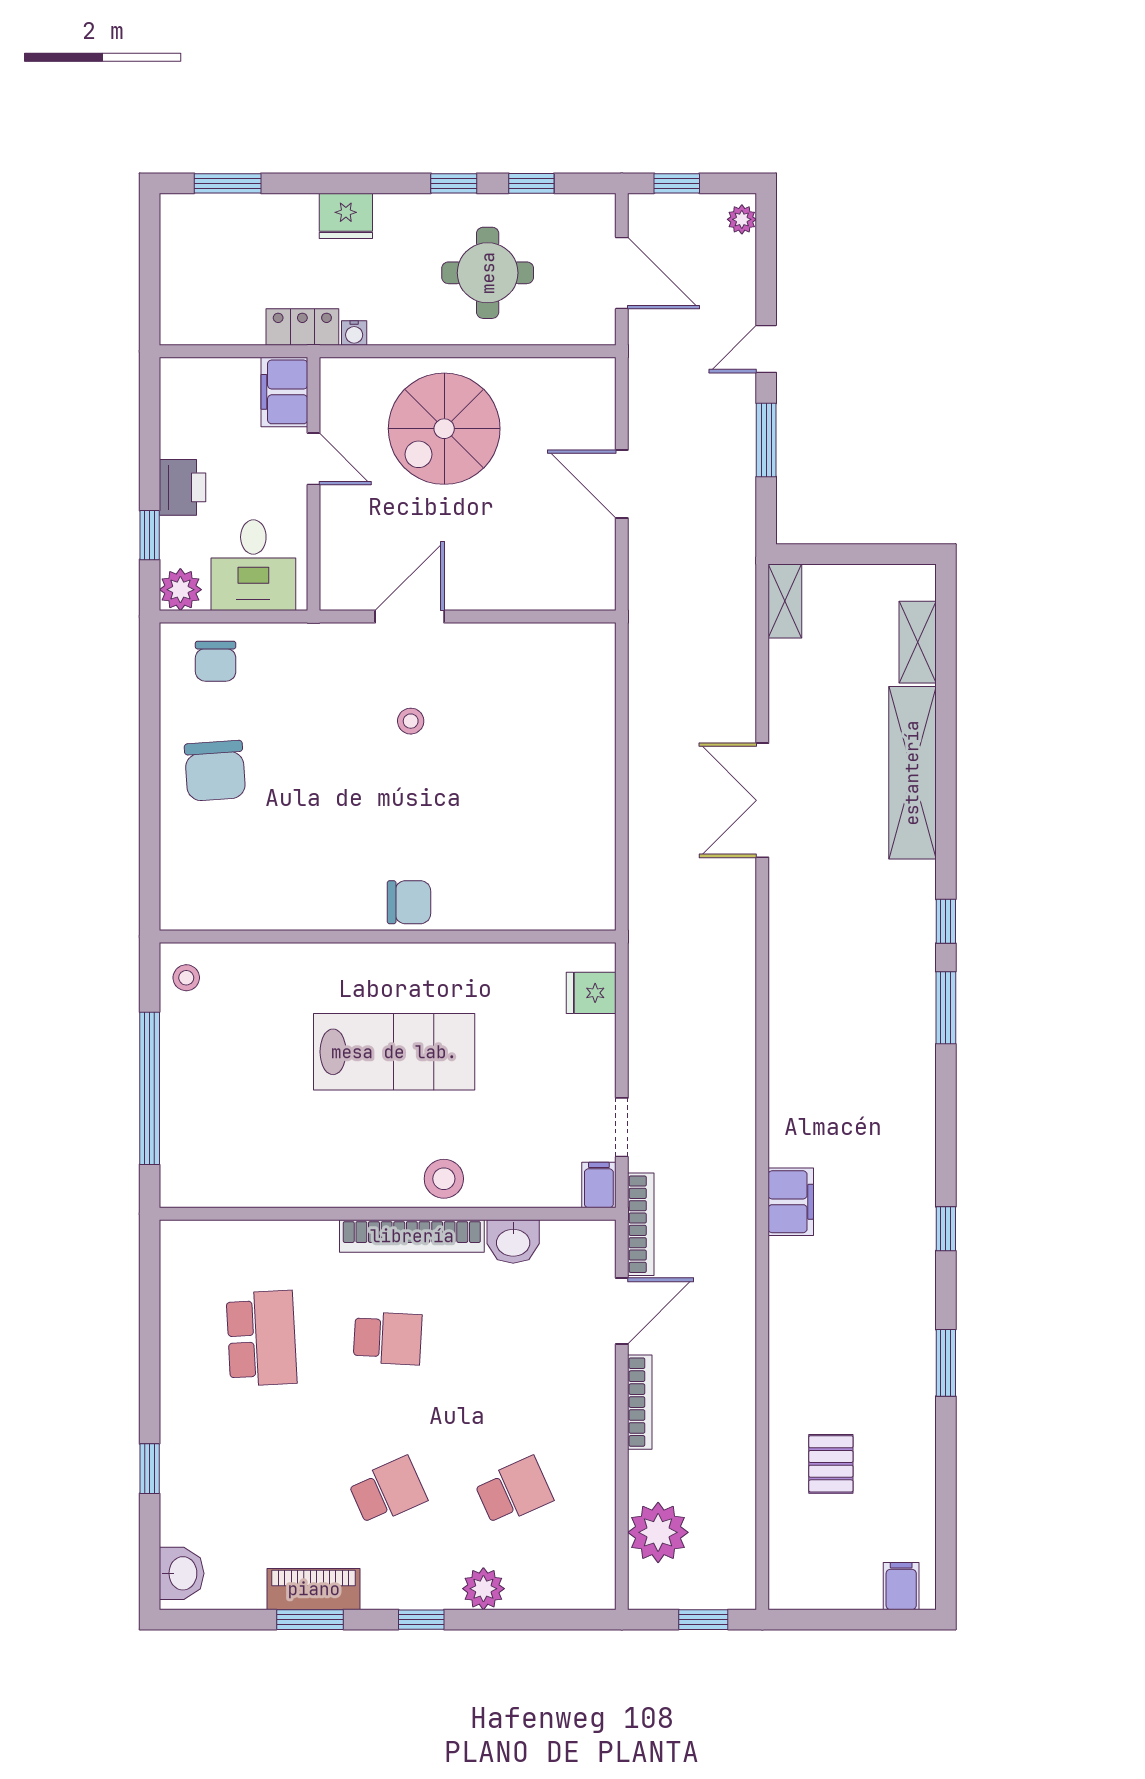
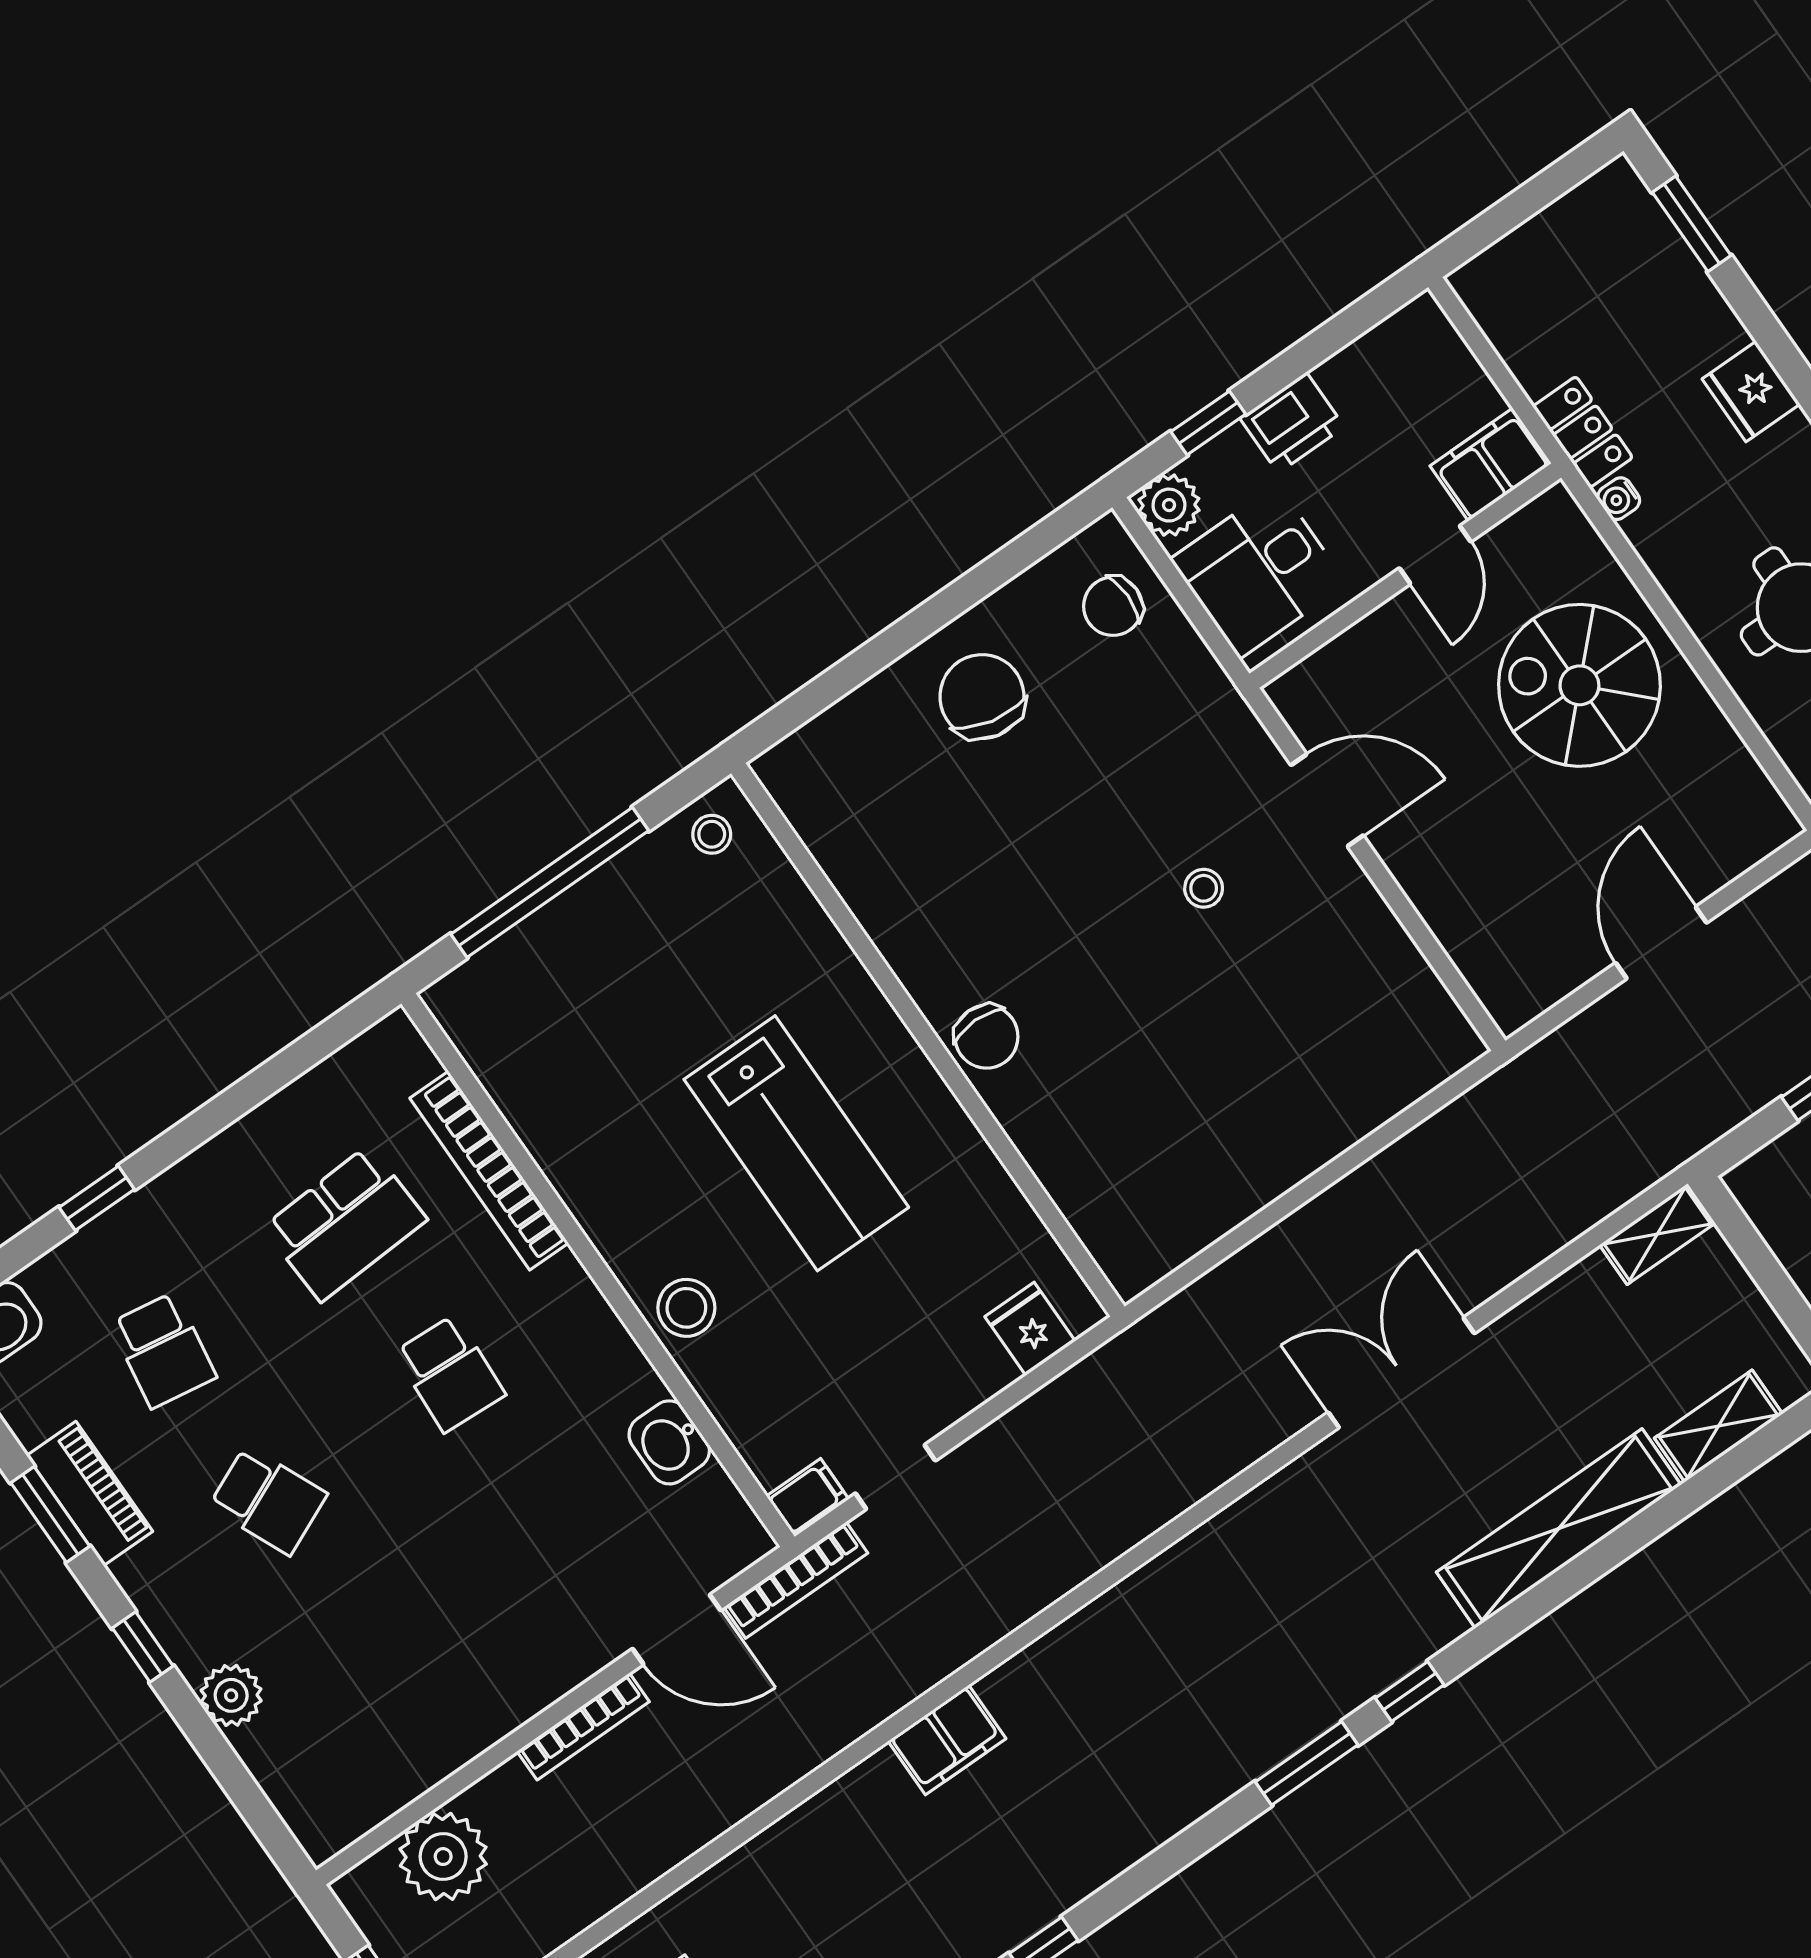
chair: (215, 771) -> (982, 697), turned 106
bookcase: (412, 1236) -> (489, 1170), moved
school desk: (514, 1491) -> (163, 1350), moved, turned 33

